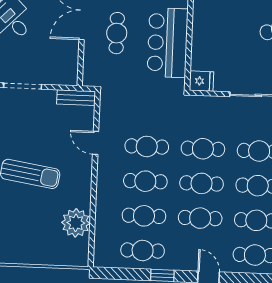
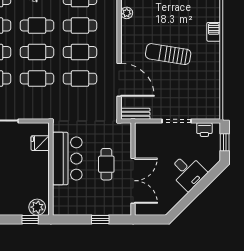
fridge: (201, 81) -> (40, 143), moved
door: (96, 143) -> (119, 80), width x1.88
plant: (76, 223) -> (127, 13), width x0.53, depth x0.53

